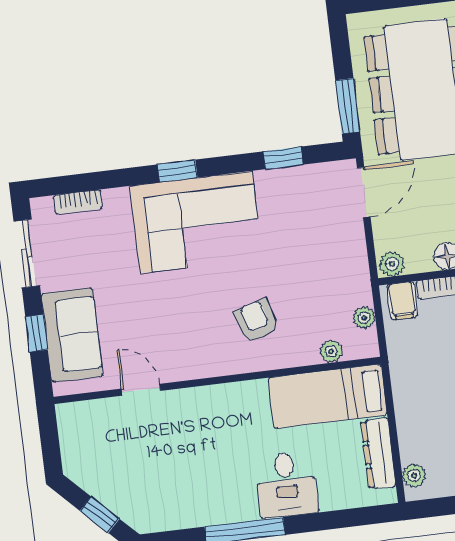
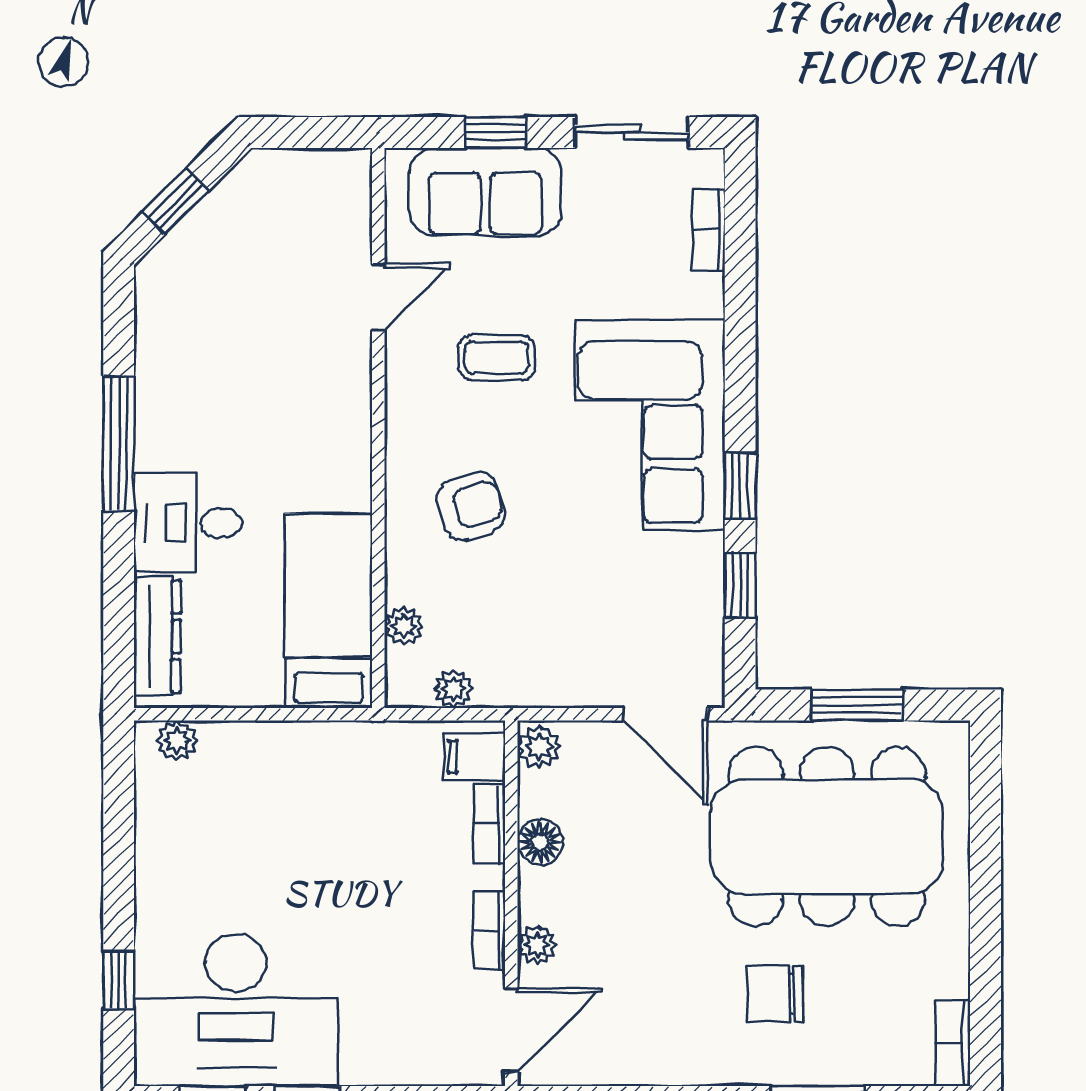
window: (348, 106) -> (857, 705), moved
window: (177, 171) -> (740, 486), moved
coffee table: (168, 316) -> (497, 358), added
dresser: (378, 454) -> (157, 637), moved, turned 90

